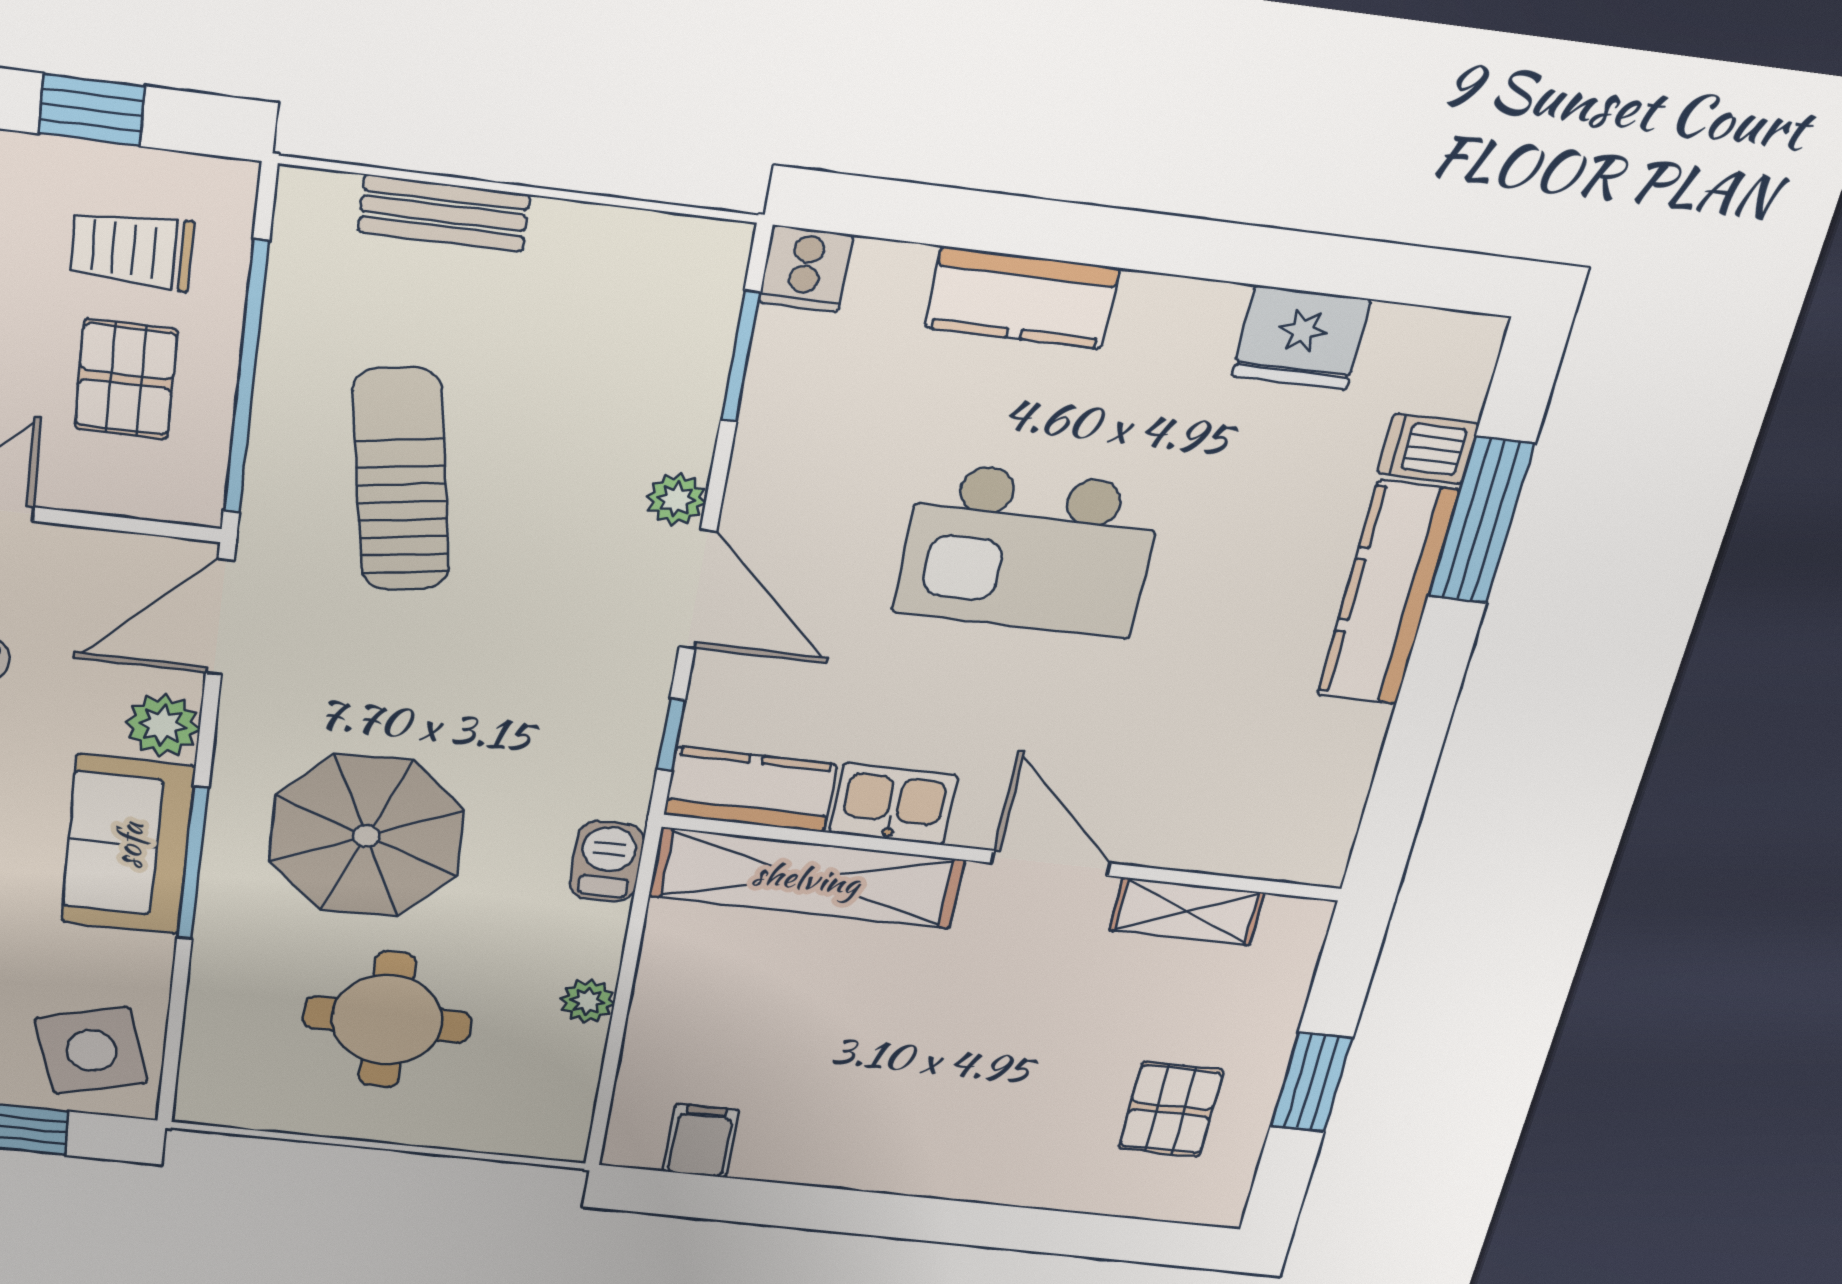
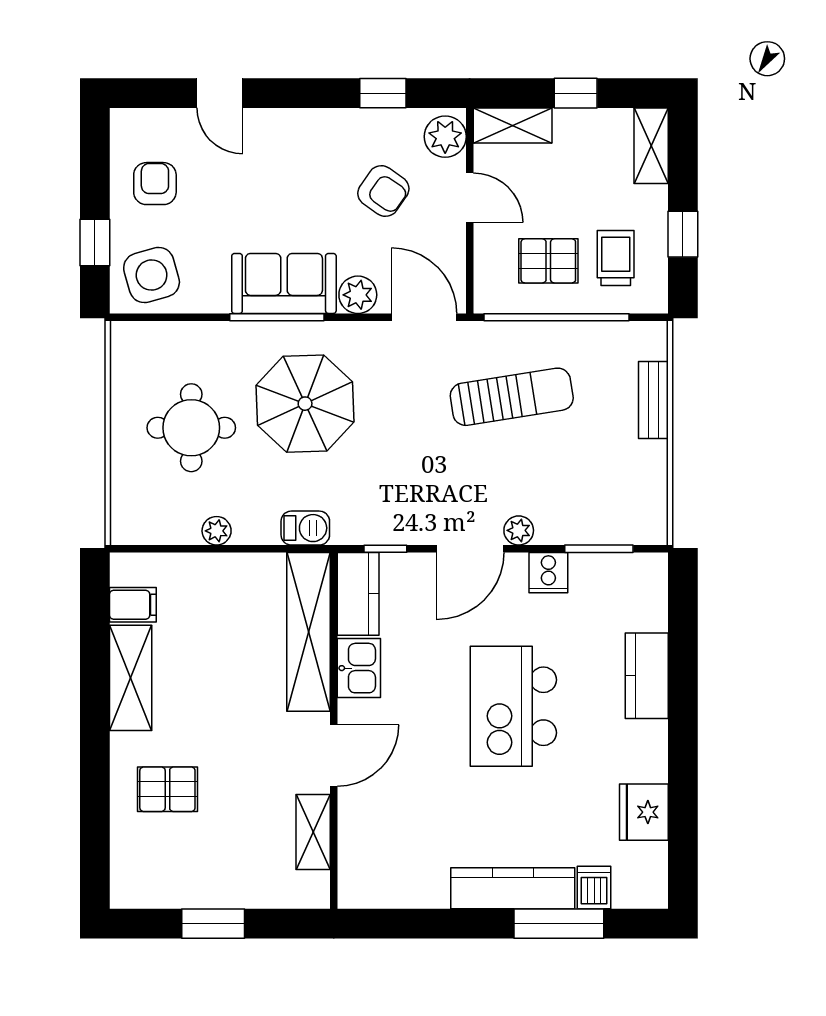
cooker: (806, 269) -> (548, 573), moved, turned -90
pallet: (1171, 1109) -> (167, 789), moved
shelving: (834, 1157) -> (131, 678), added

